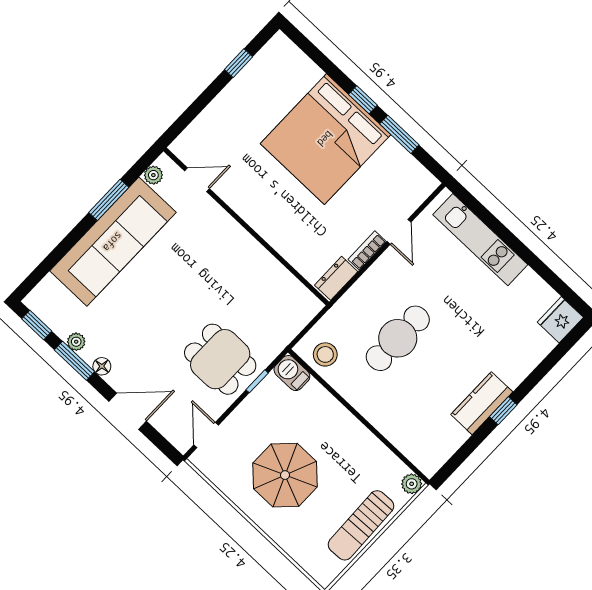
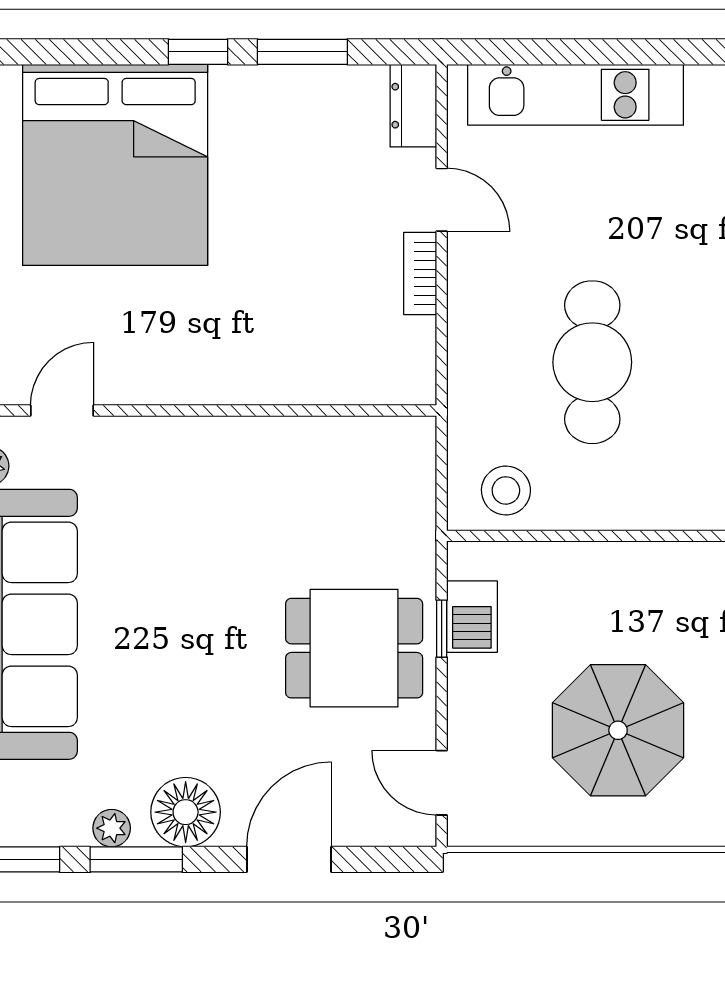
bed: (325, 139) -> (115, 165), moved
dresser: (336, 278) -> (413, 106), moved
floor lamp: (102, 366) -> (186, 812), width x1.89, depth x1.89
barbecue: (292, 373) -> (472, 617), moved, turned -90

